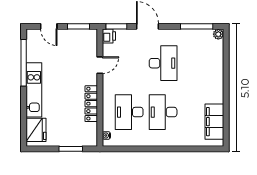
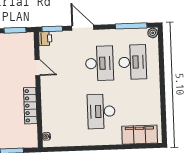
door: (100, 65) -> (37, 67), hinge flipped
desk: (129, 112) -> (133, 62), moved, turned 180
filing cabinet: (214, 122) -> (140, 135), moved, turned 90

